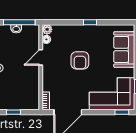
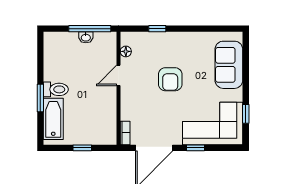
window: (90, 22) -> (157, 29), moved
plant: (47, 29) -> (127, 38), removed
window: (122, 112) -> (195, 148), moved

